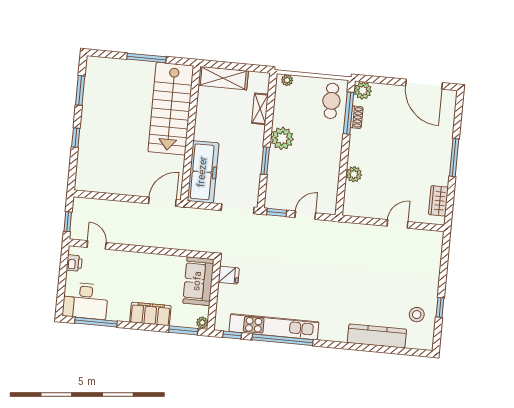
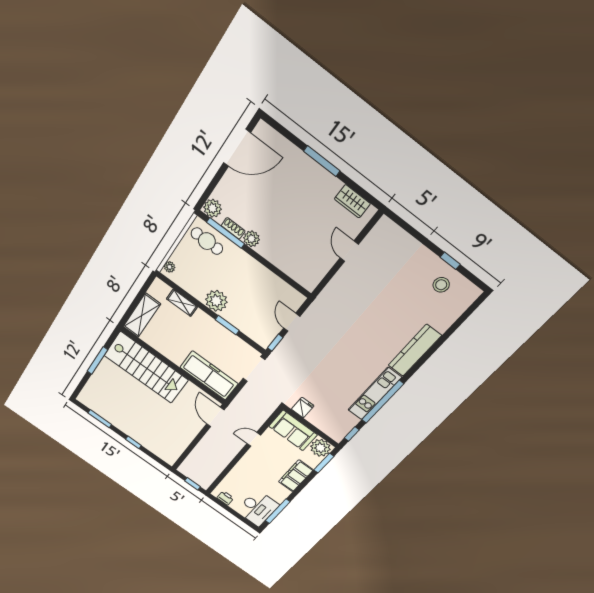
plant: (354, 174) -> (251, 239), moved
door: (97, 245) -> (254, 439), moved
plant: (202, 323) -> (320, 448), width x1.87, depth x1.87
kitchen unit: (274, 327) -> (374, 394), width x0.73
kitchen counter: (377, 336) -> (415, 350), moved

